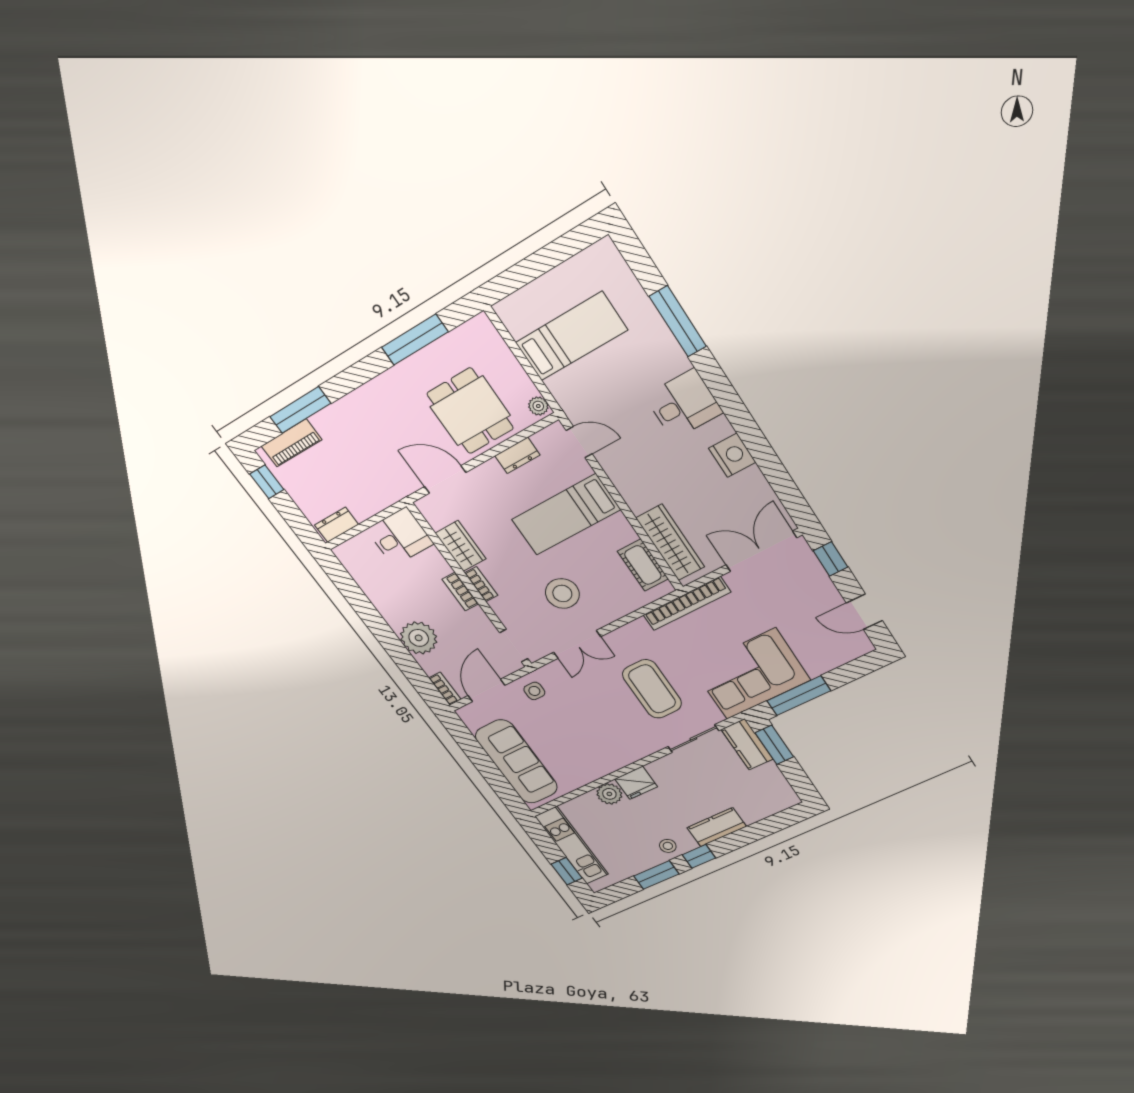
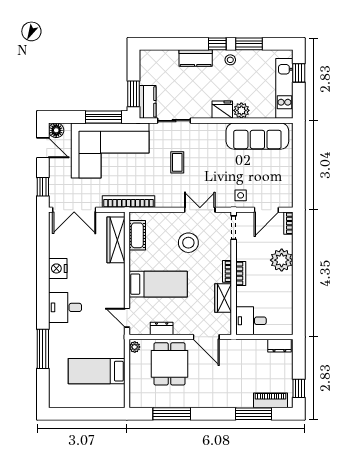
floor lamp: (859, 645) -> (56, 130), added
corner sofa: (751, 674) -> (110, 150), width x1.36, depth x1.36
coffee table: (652, 689) -> (177, 162), width x0.54, depth x0.58
sofa: (516, 762) -> (257, 136), moved, turned -90

